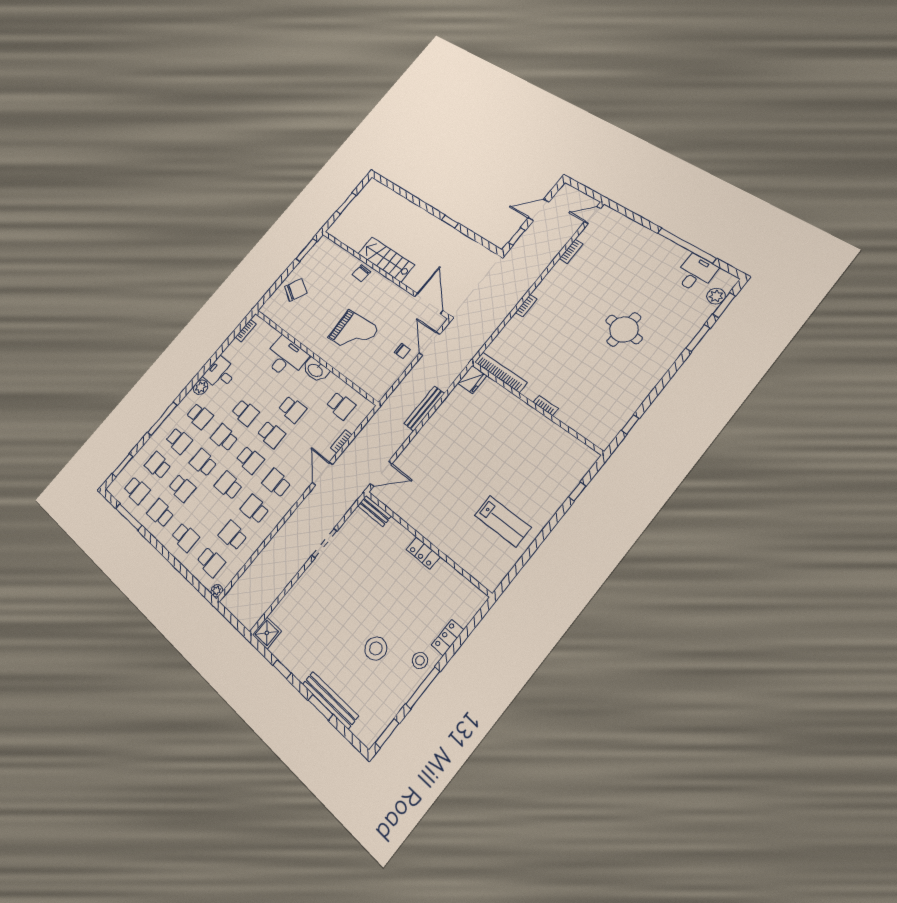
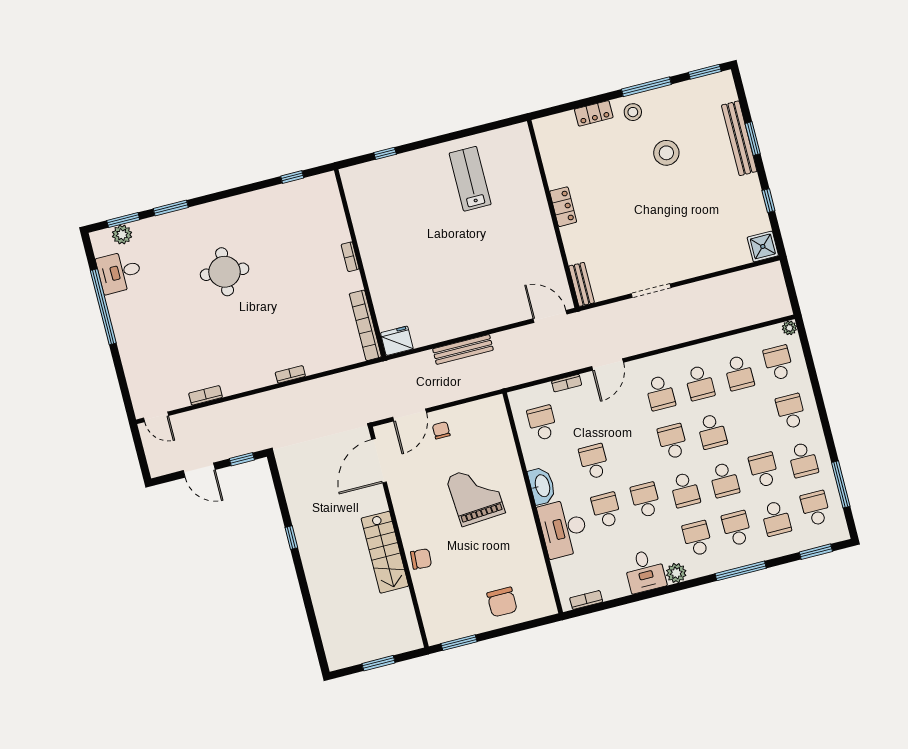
chair: (296, 290) -> (502, 602), turned -119
school desk: (271, 434) -> (606, 510), moved

